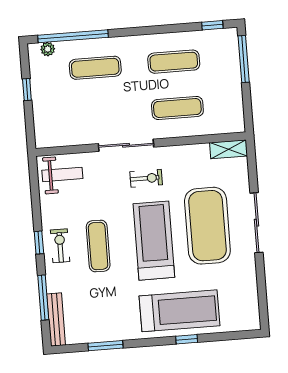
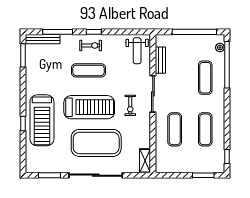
window: (244, 59) -> (203, 175), width x0.69
window: (27, 90) -> (194, 32), width x3.17
bench: (74, 138) -> (160, 60), added
sliding door: (257, 223) -> (96, 175), width x1.36
window: (262, 293) -> (49, 175), added
window: (105, 346) -> (23, 55), moved

